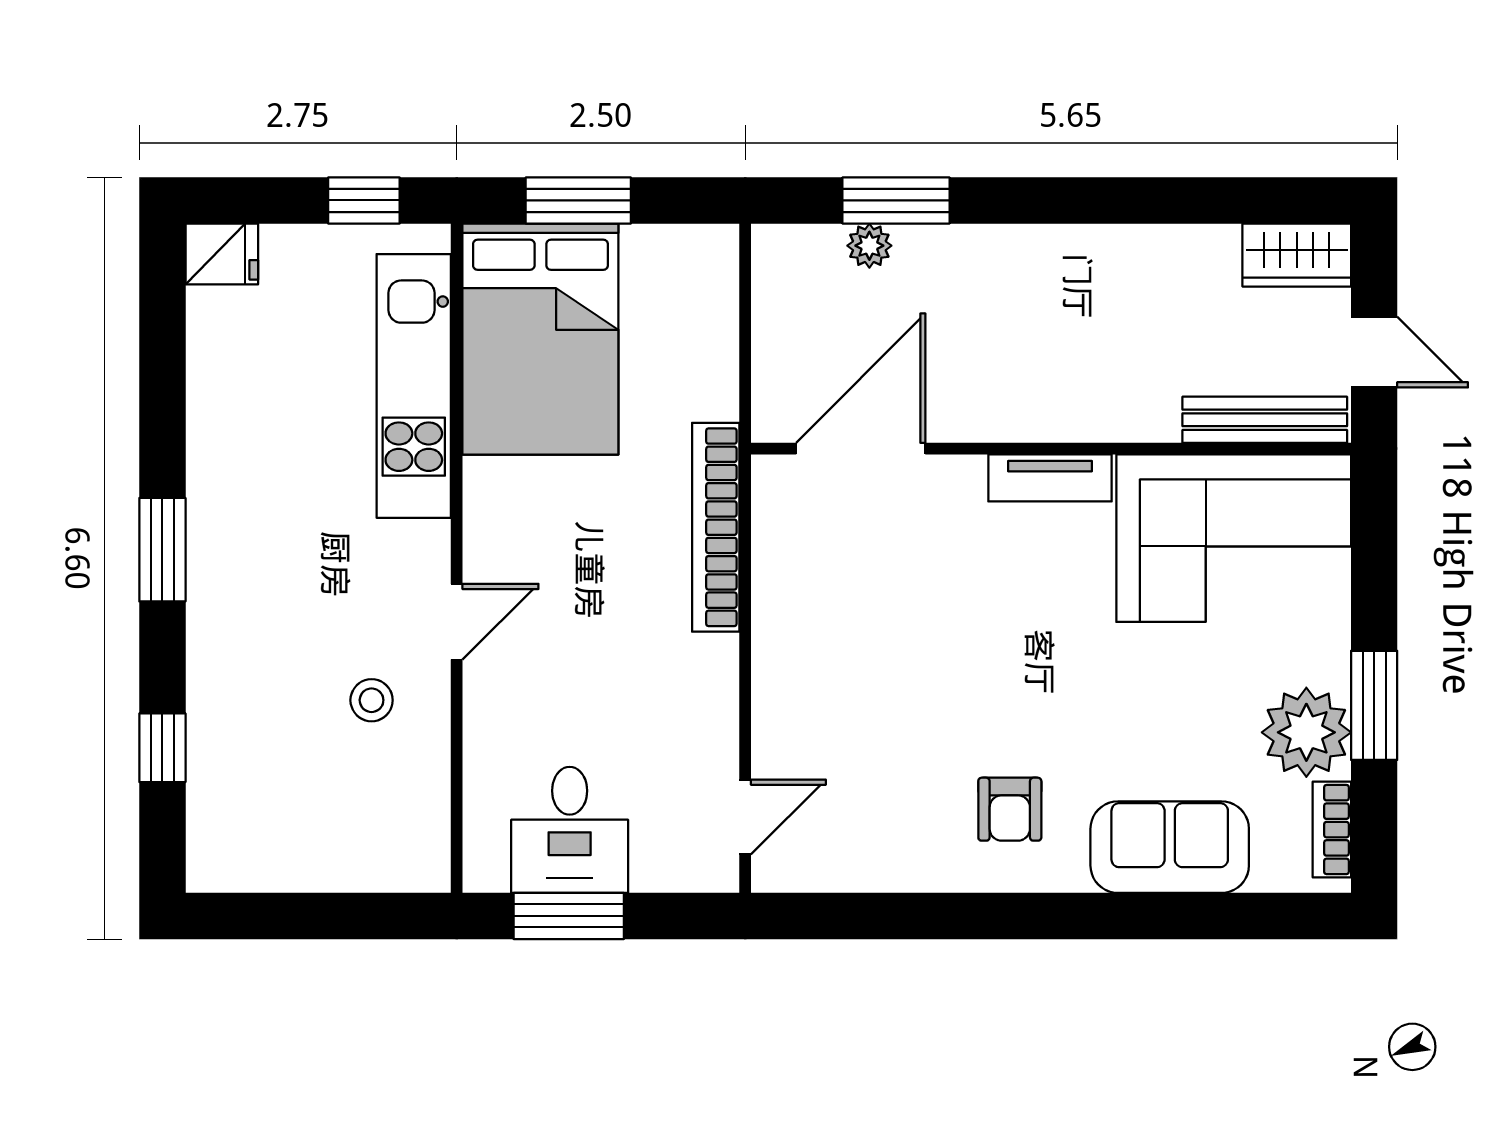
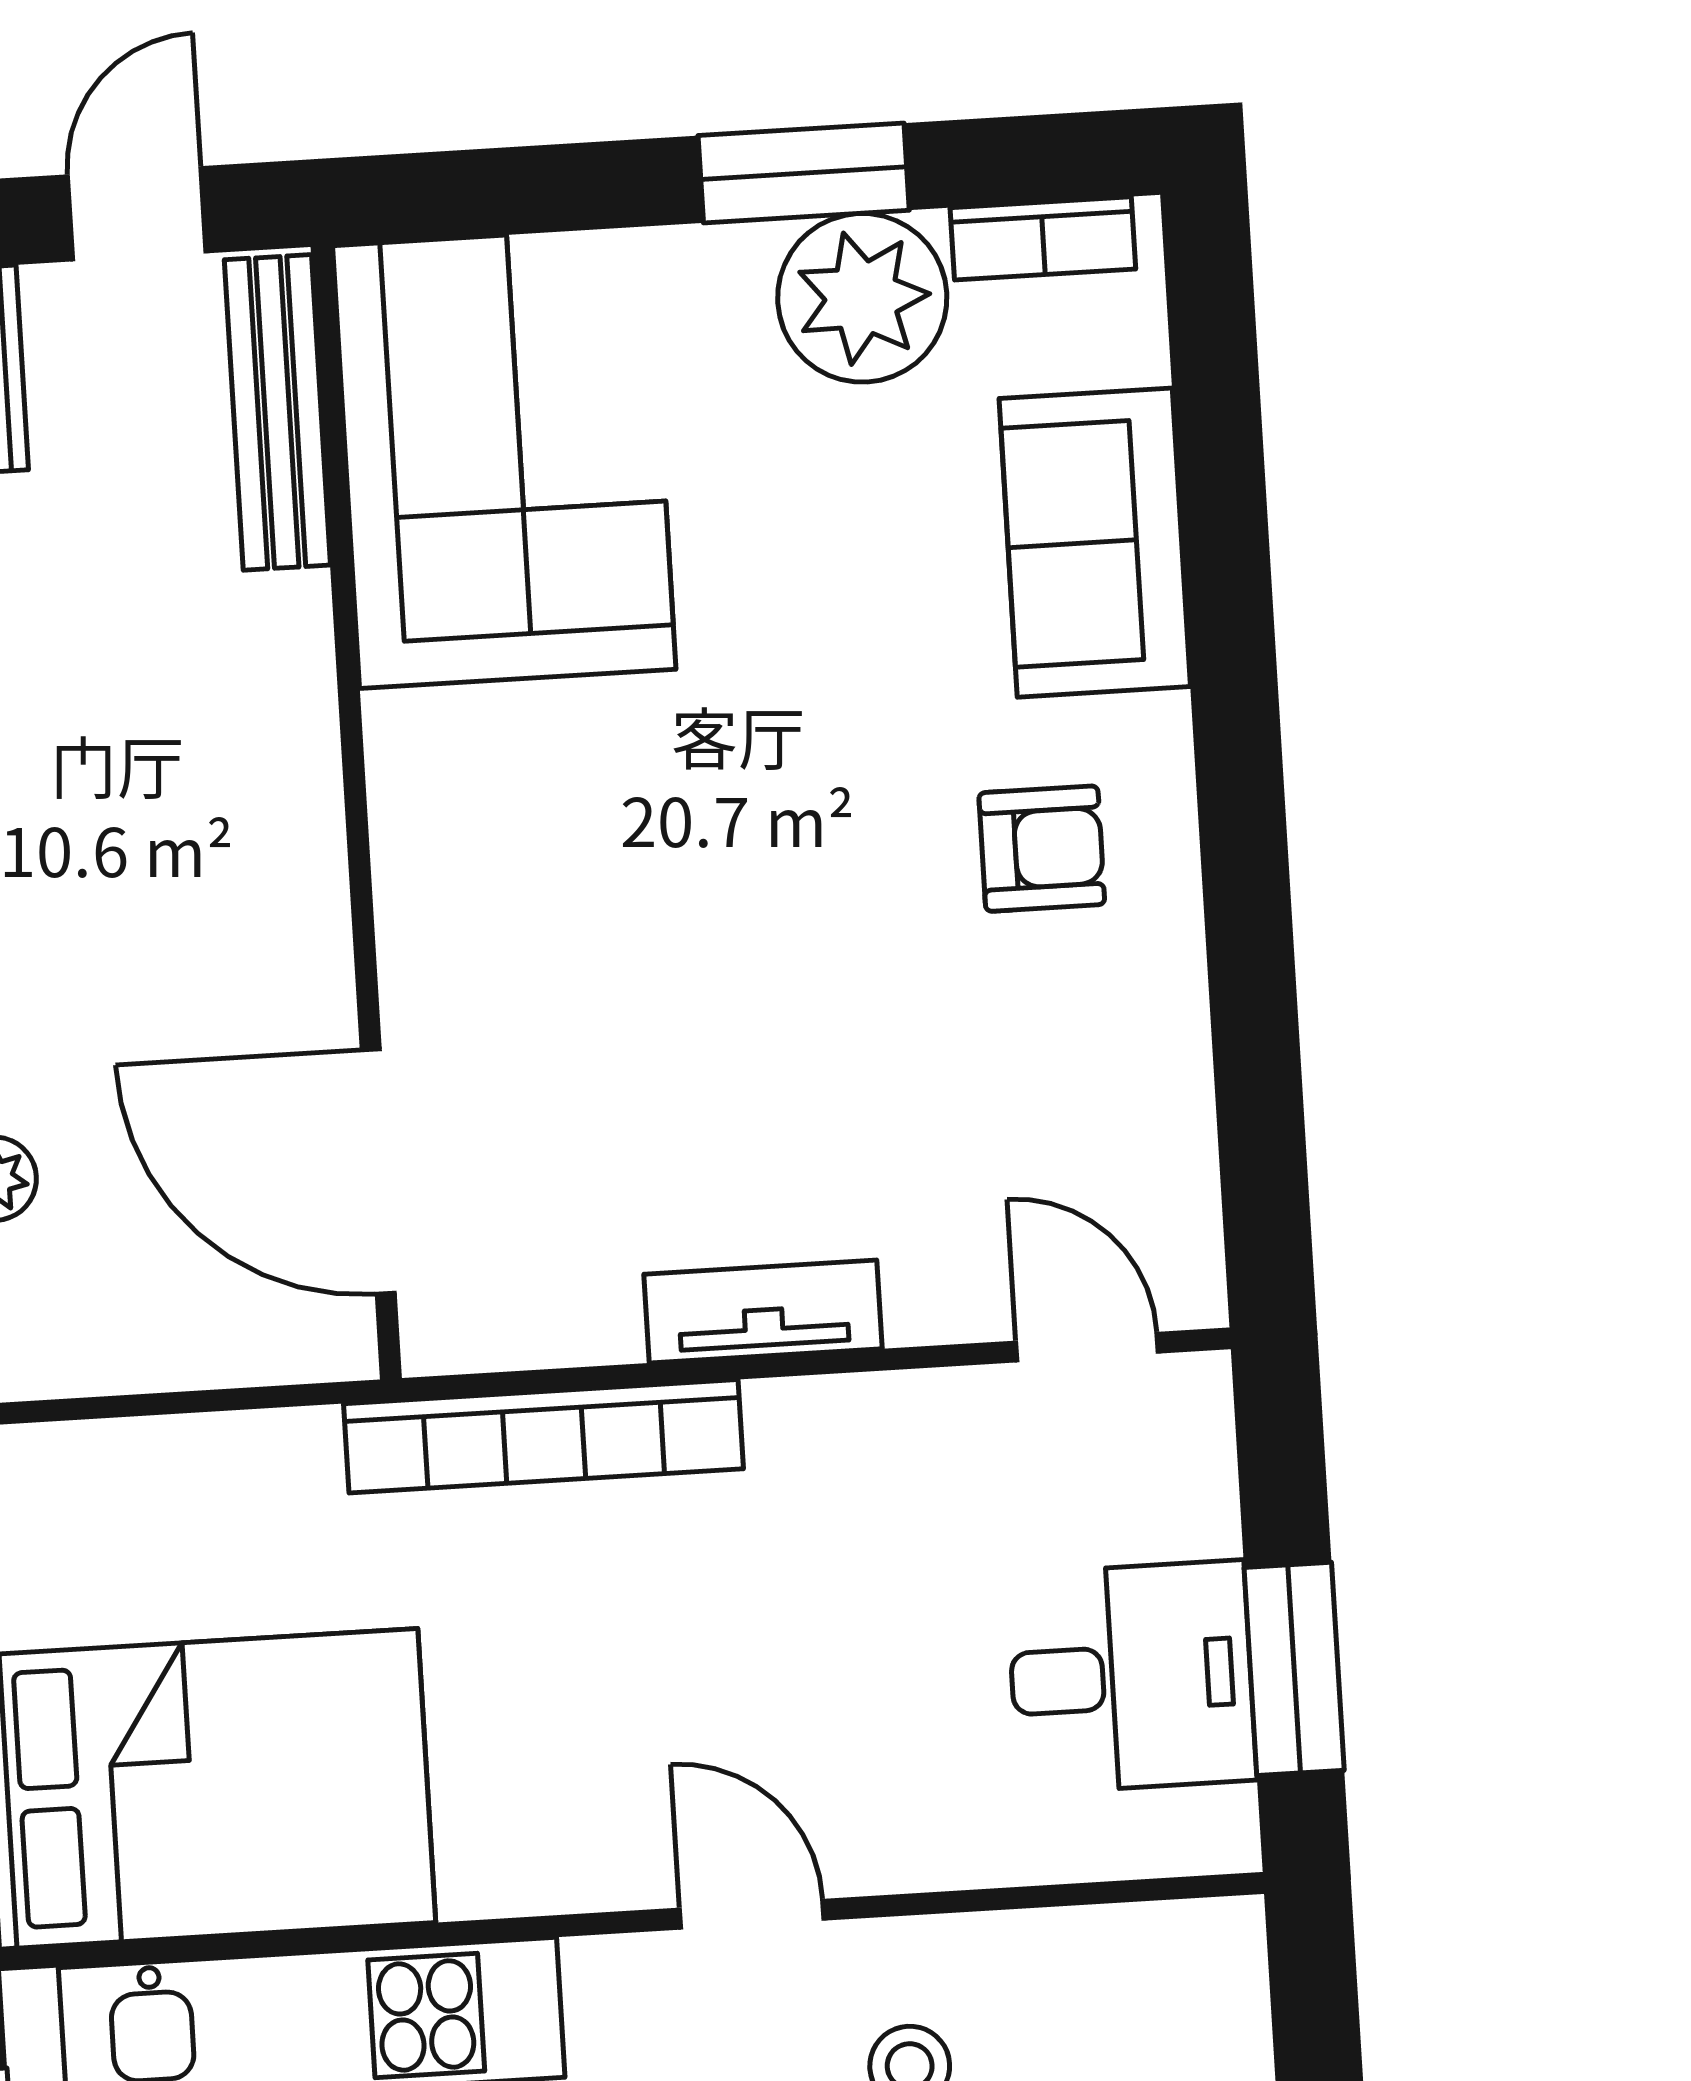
tv unit: (1050, 478) -> (763, 1311), moved, turned -90

